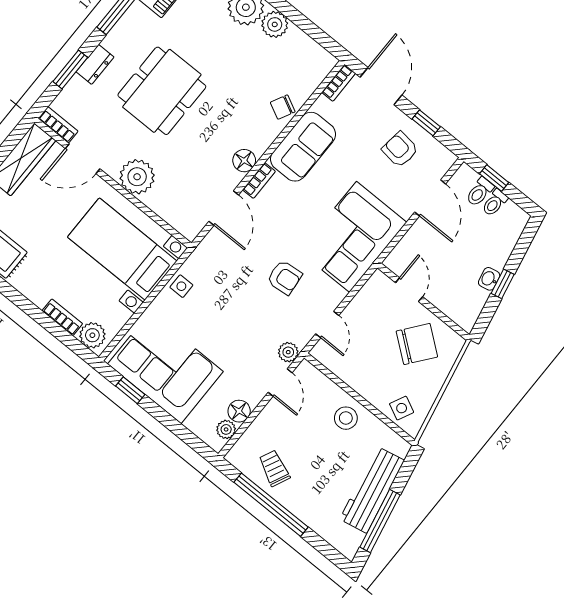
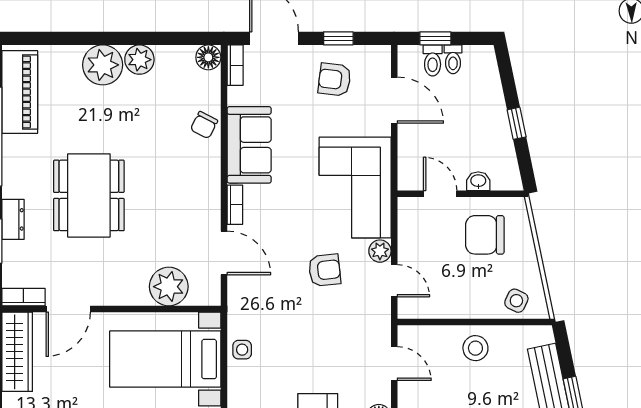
floor lamp: (244, 161) -> (208, 57), moved
plant: (137, 177) -> (169, 287), moved
washbasin: (489, 279) -> (478, 181), moved, turned 102
chair: (417, 344) -> (485, 235), turned -128
plant: (288, 352) -> (380, 251), moved

